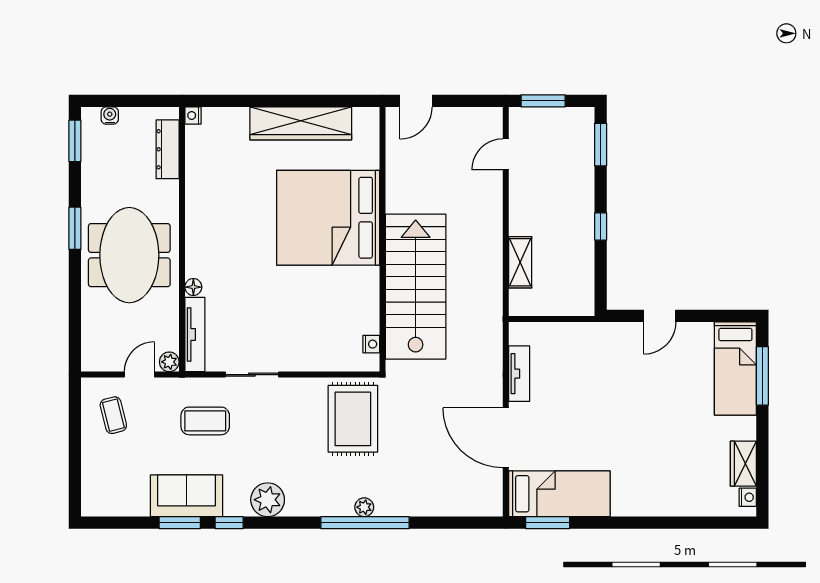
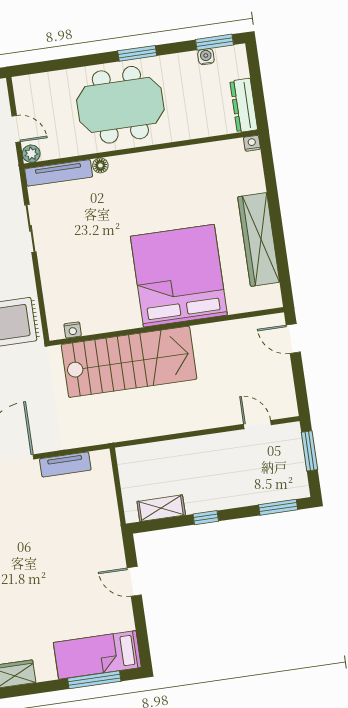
water cooler: (110, 116) -> (206, 57), moved, turned -90
dresser: (168, 149) -> (244, 105), moved, turned -90
shelving: (520, 262) -> (161, 508), moved

